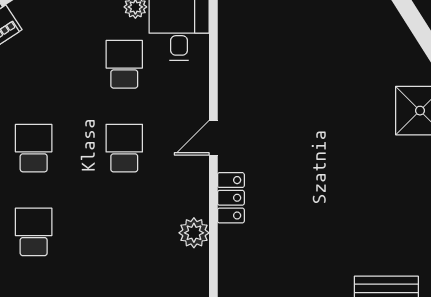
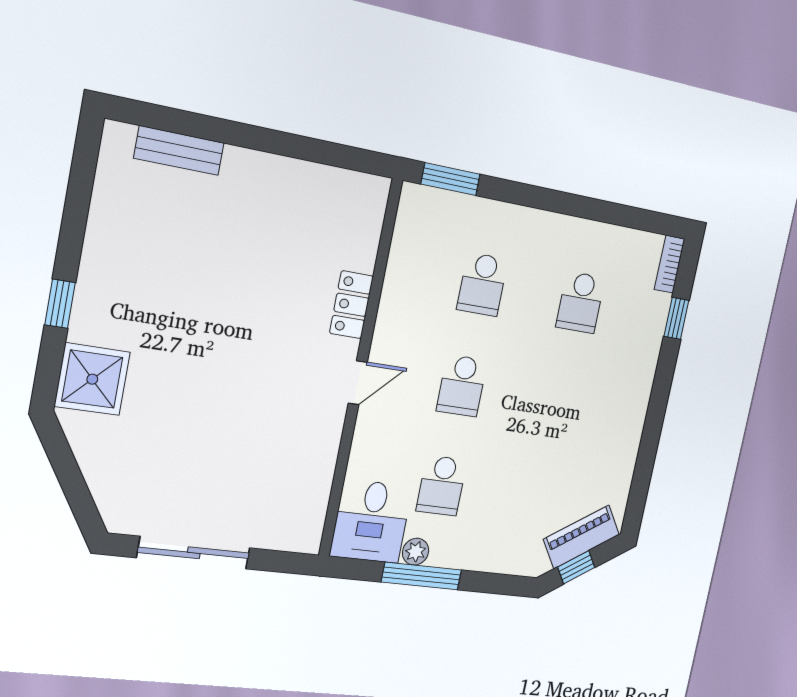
school desk: (34, 148) -> (482, 284), moved
plant: (194, 233) -> (403, 269), removed

